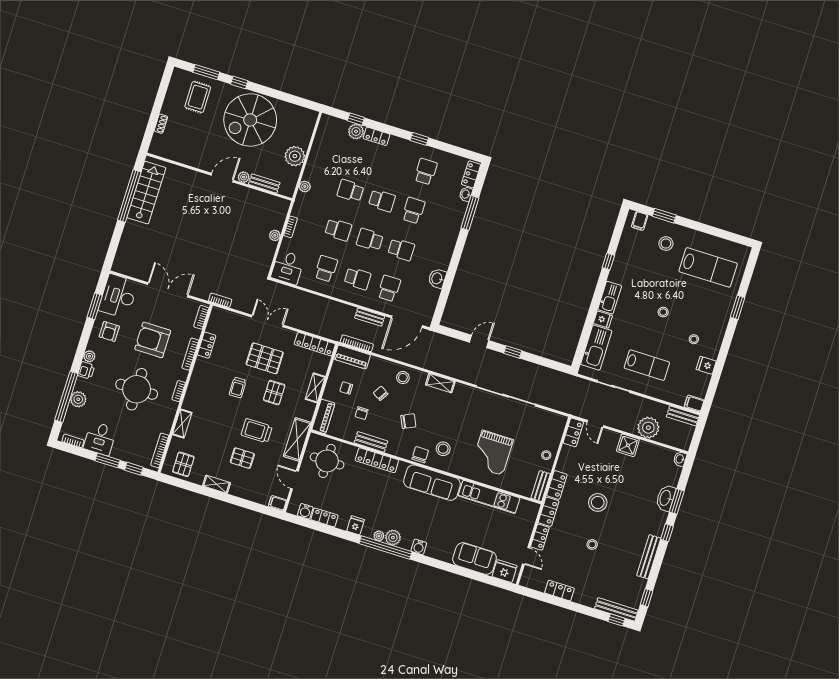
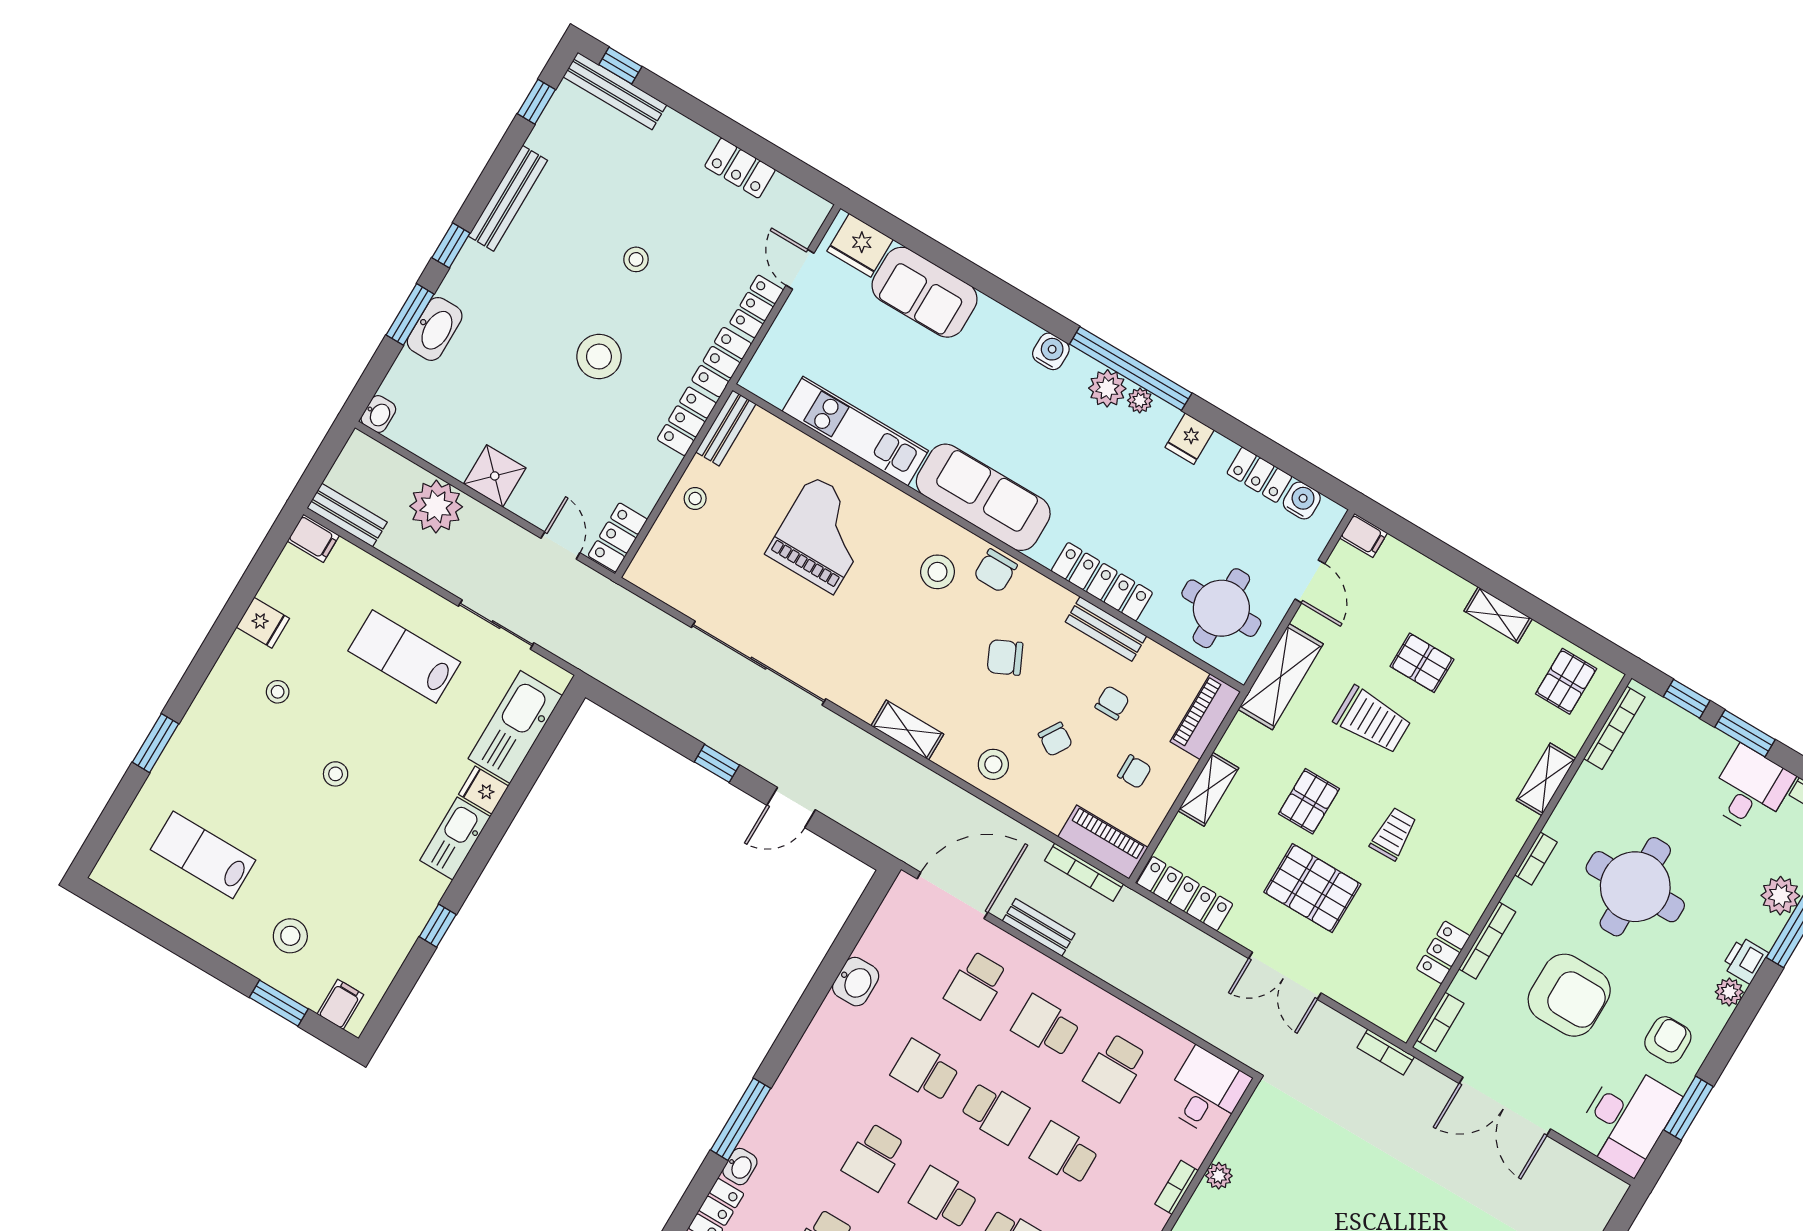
lab bench: (708, 267) -> (203, 855), width x0.73, depth x0.72

